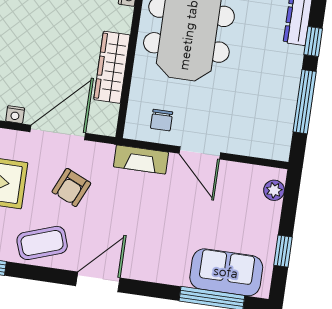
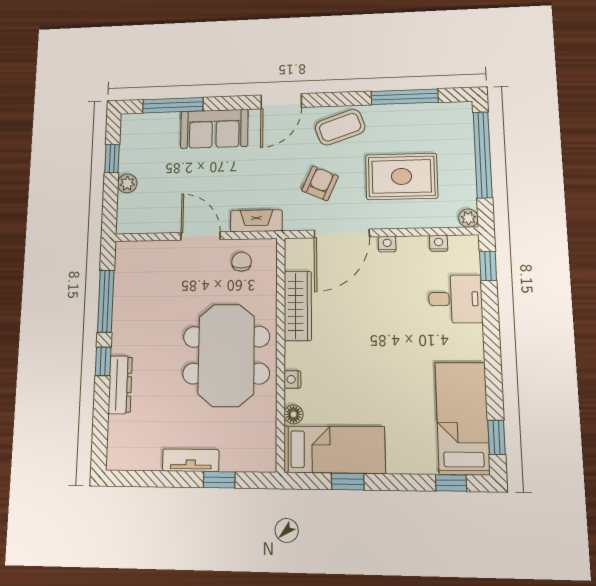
plant: (274, 190) -> (127, 183), moved
sofa: (226, 272) -> (214, 129), moved

